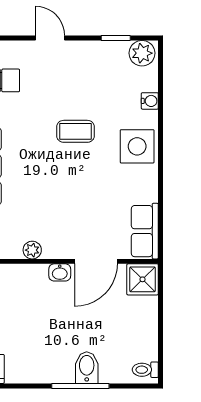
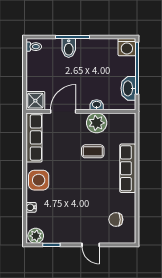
coffee table: (76, 131) -> (93, 151), moved
row of seats: (145, 231) -> (34, 137), width x1.48
plant: (32, 250) -> (97, 123), width x1.87, depth x1.87
washbasin: (60, 272) -> (97, 105), moved

